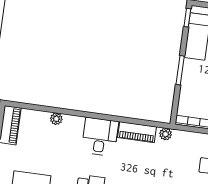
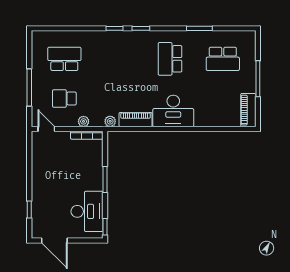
plant: (56, 119) -> (84, 121), moved
desk: (100, 137) -> (173, 111), width x1.37

